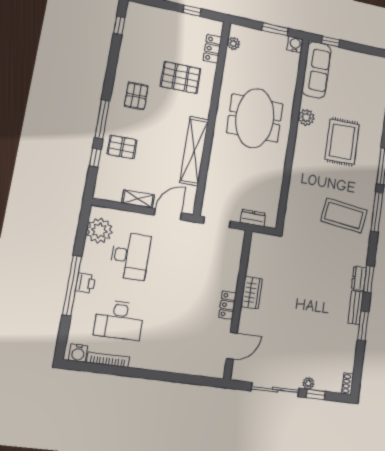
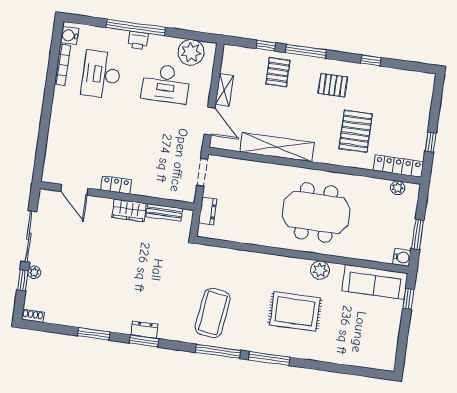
window: (119, 25) -> (371, 60), moved
locker: (212, 49) -> (398, 166), width x1.53
bench: (356, 308) -> (164, 213), moved

